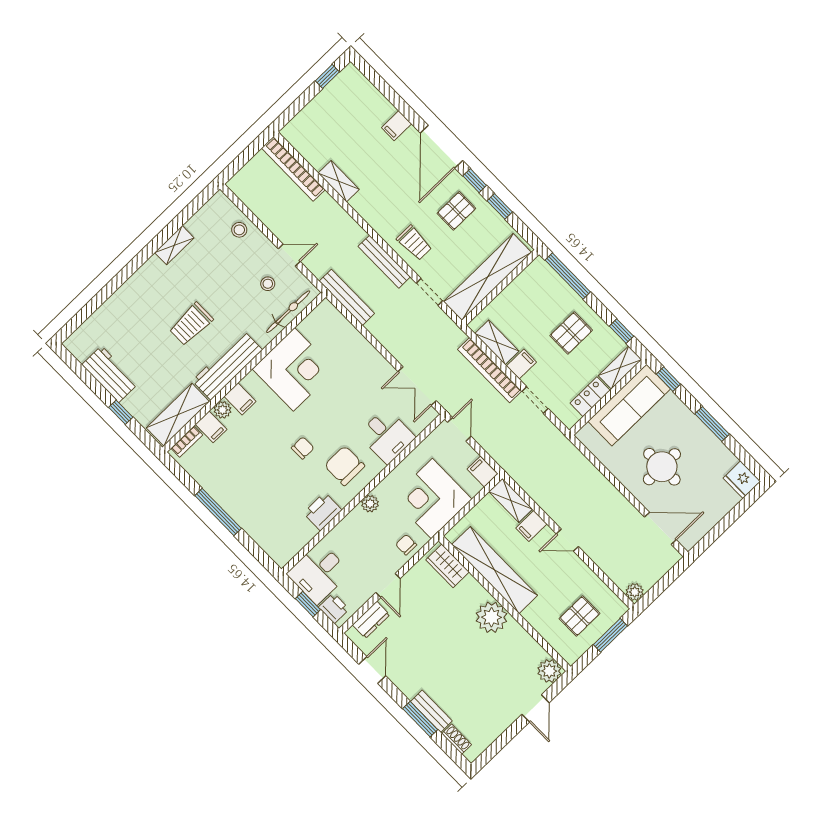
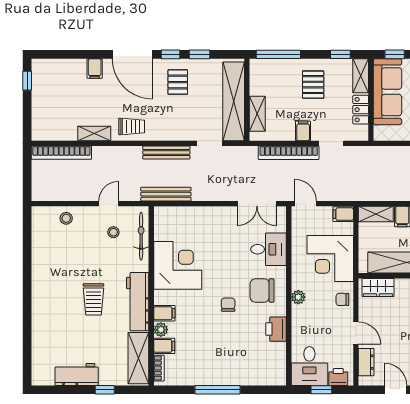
trolley: (414, 243) -> (132, 127), moved
shelving: (174, 245) -> (38, 265), removed
shelving: (497, 342) -> (257, 114), moved, turned 90

